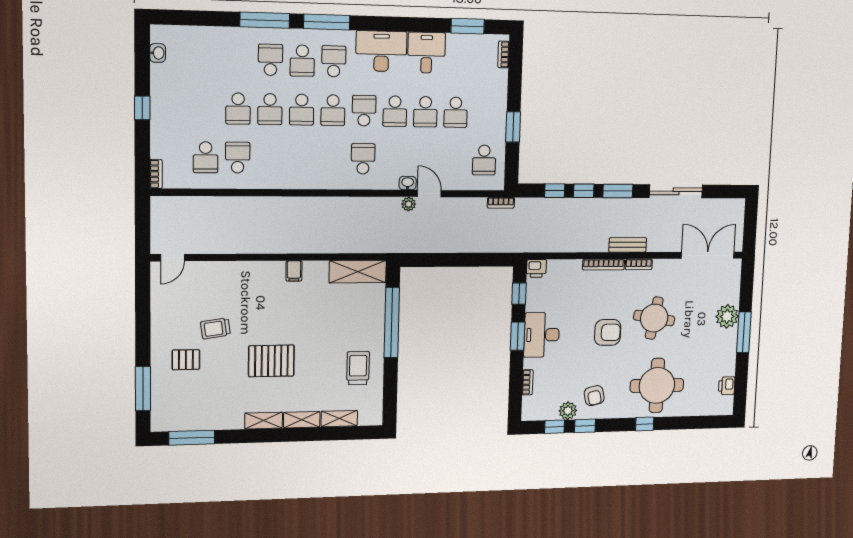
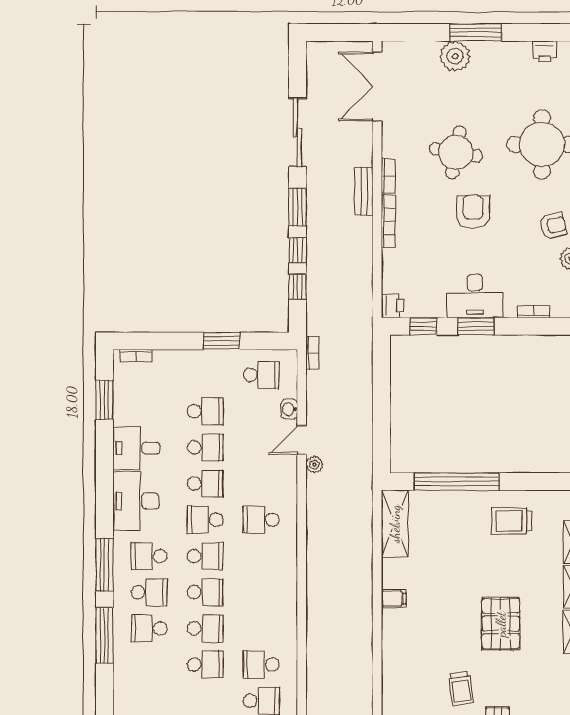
washbasin: (408, 183) -> (289, 409), moved

